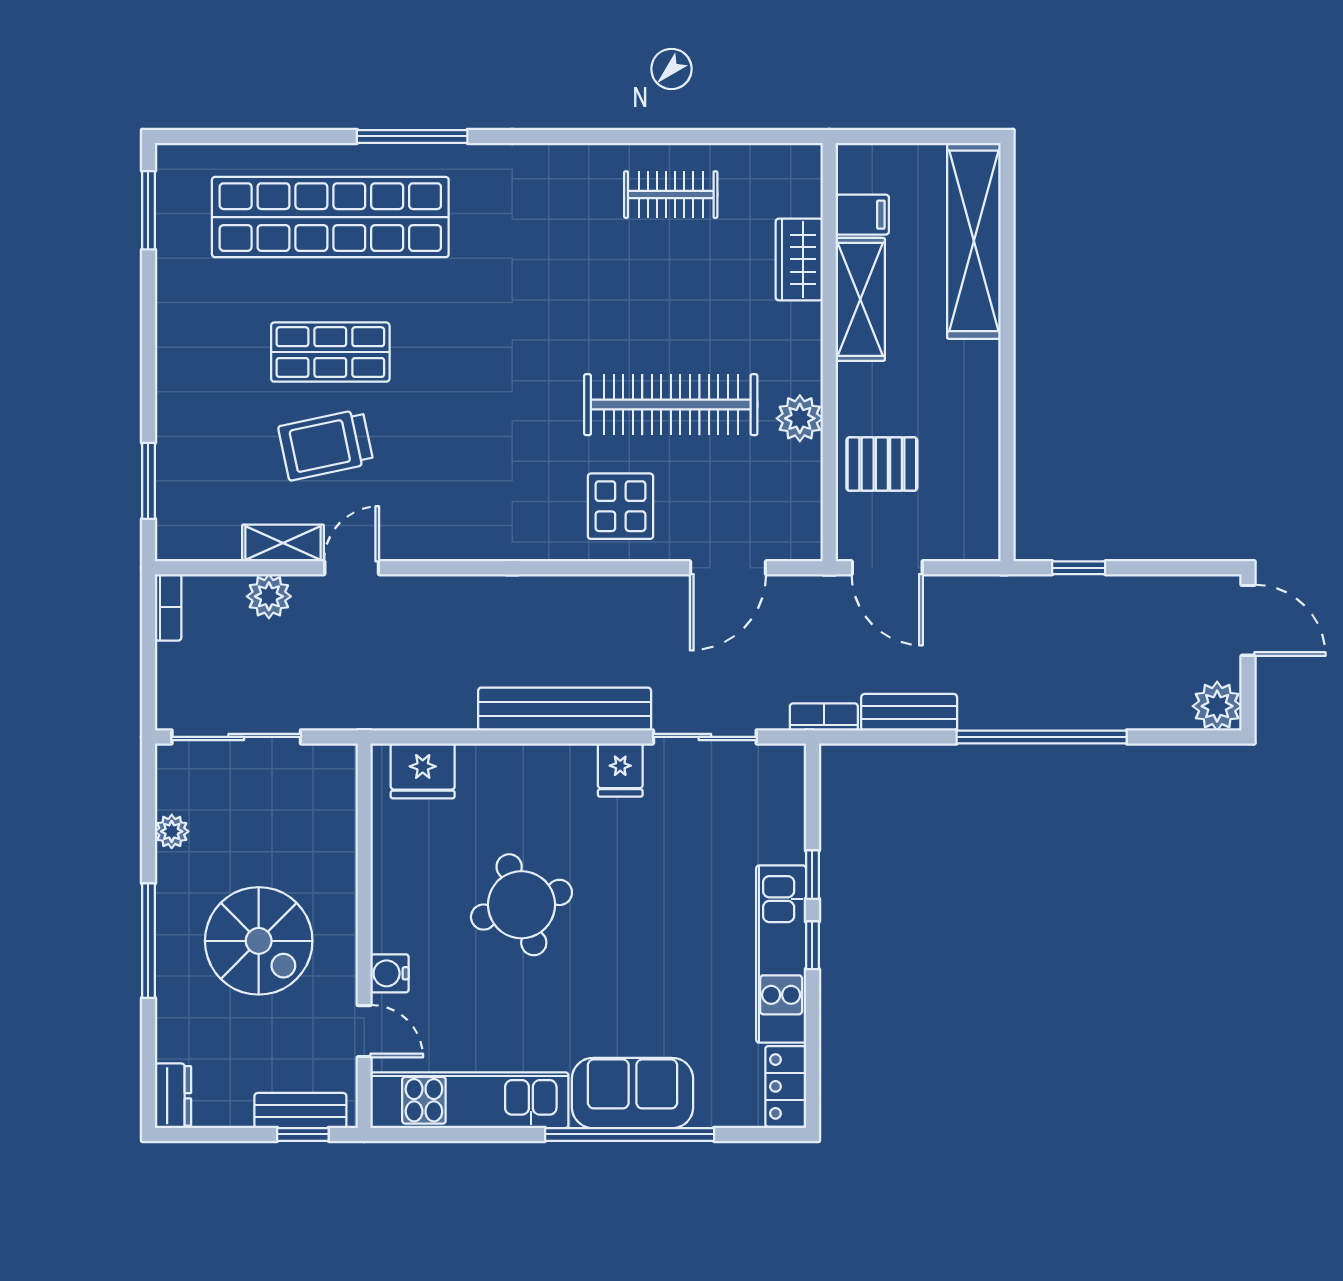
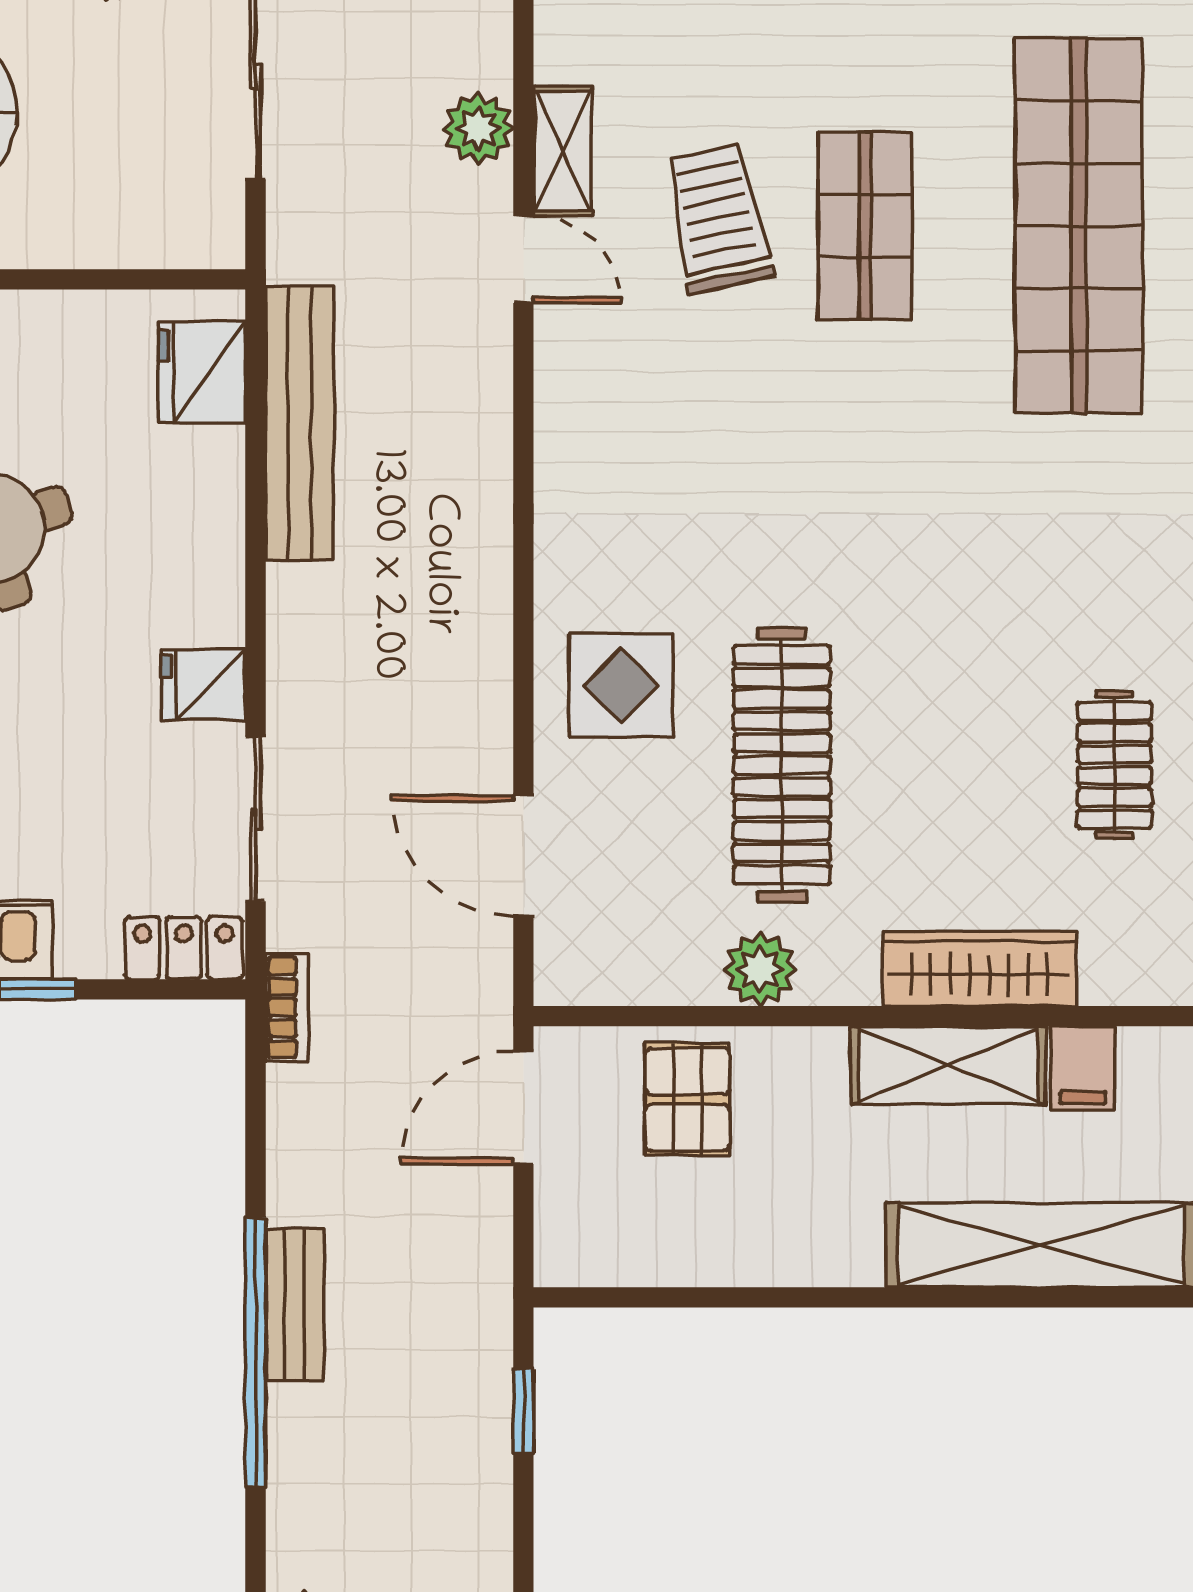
wardrobe: (799, 259) -> (979, 969), width x1.50
bench: (565, 709) -> (300, 423), moved
bench: (909, 712) -> (295, 1305), moved
locker: (786, 782) -> (184, 948), added

